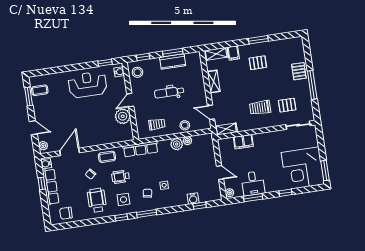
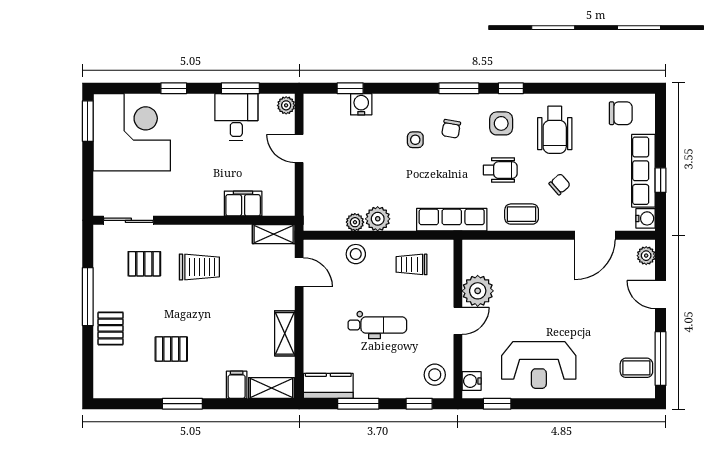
kitchen counter: (173, 61) -> (328, 386), moved
pallet: (258, 63) -> (171, 349), moved
window: (29, 97) -> (661, 359), width x1.44

